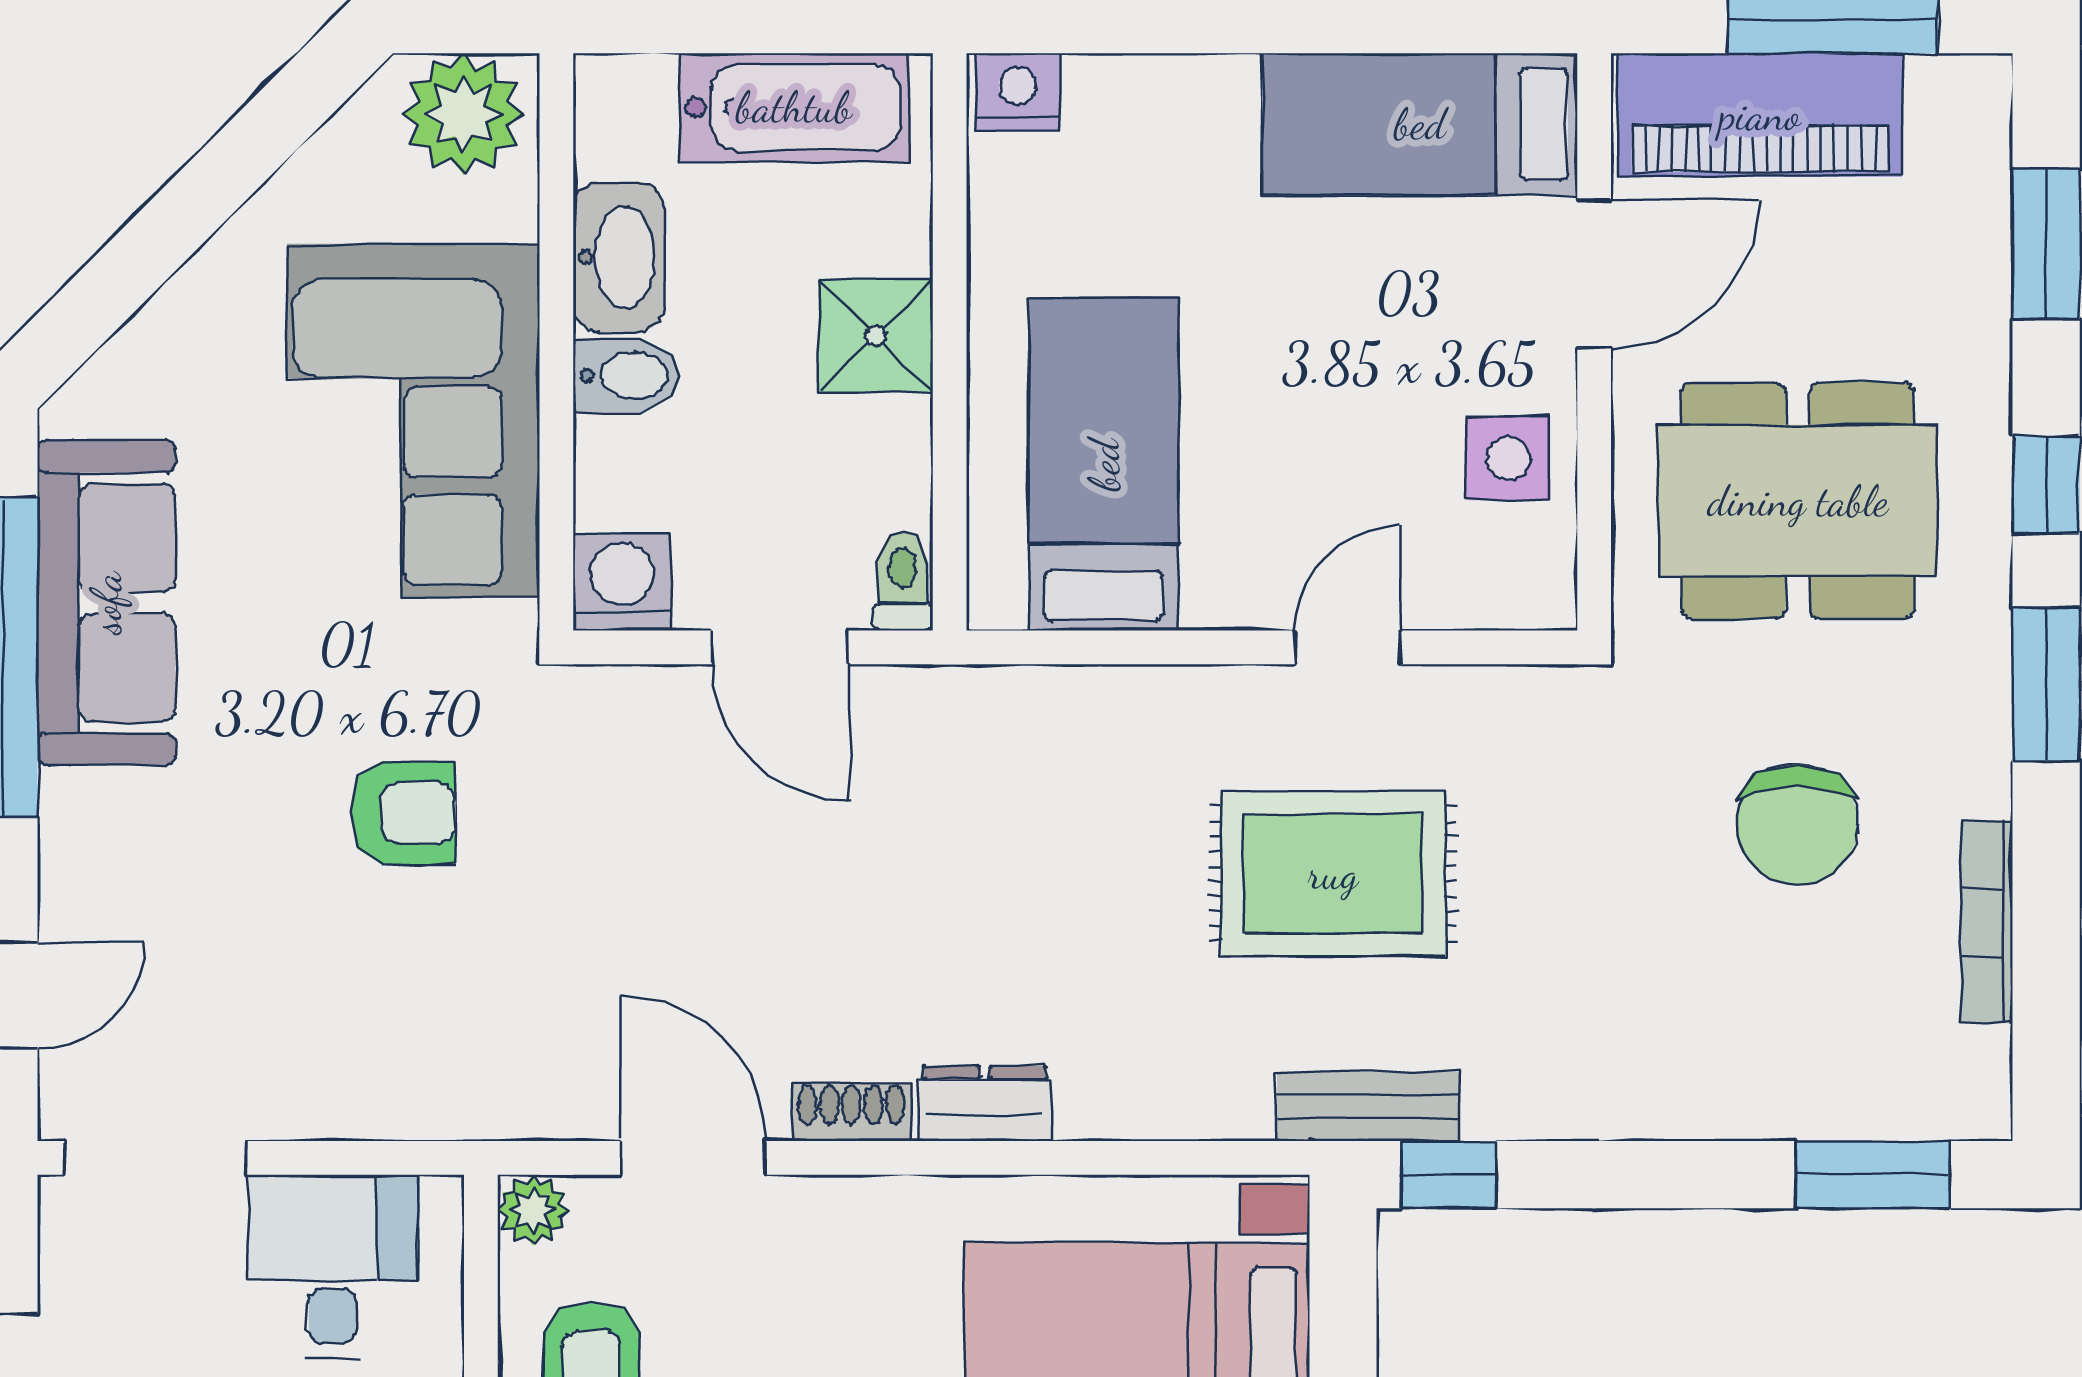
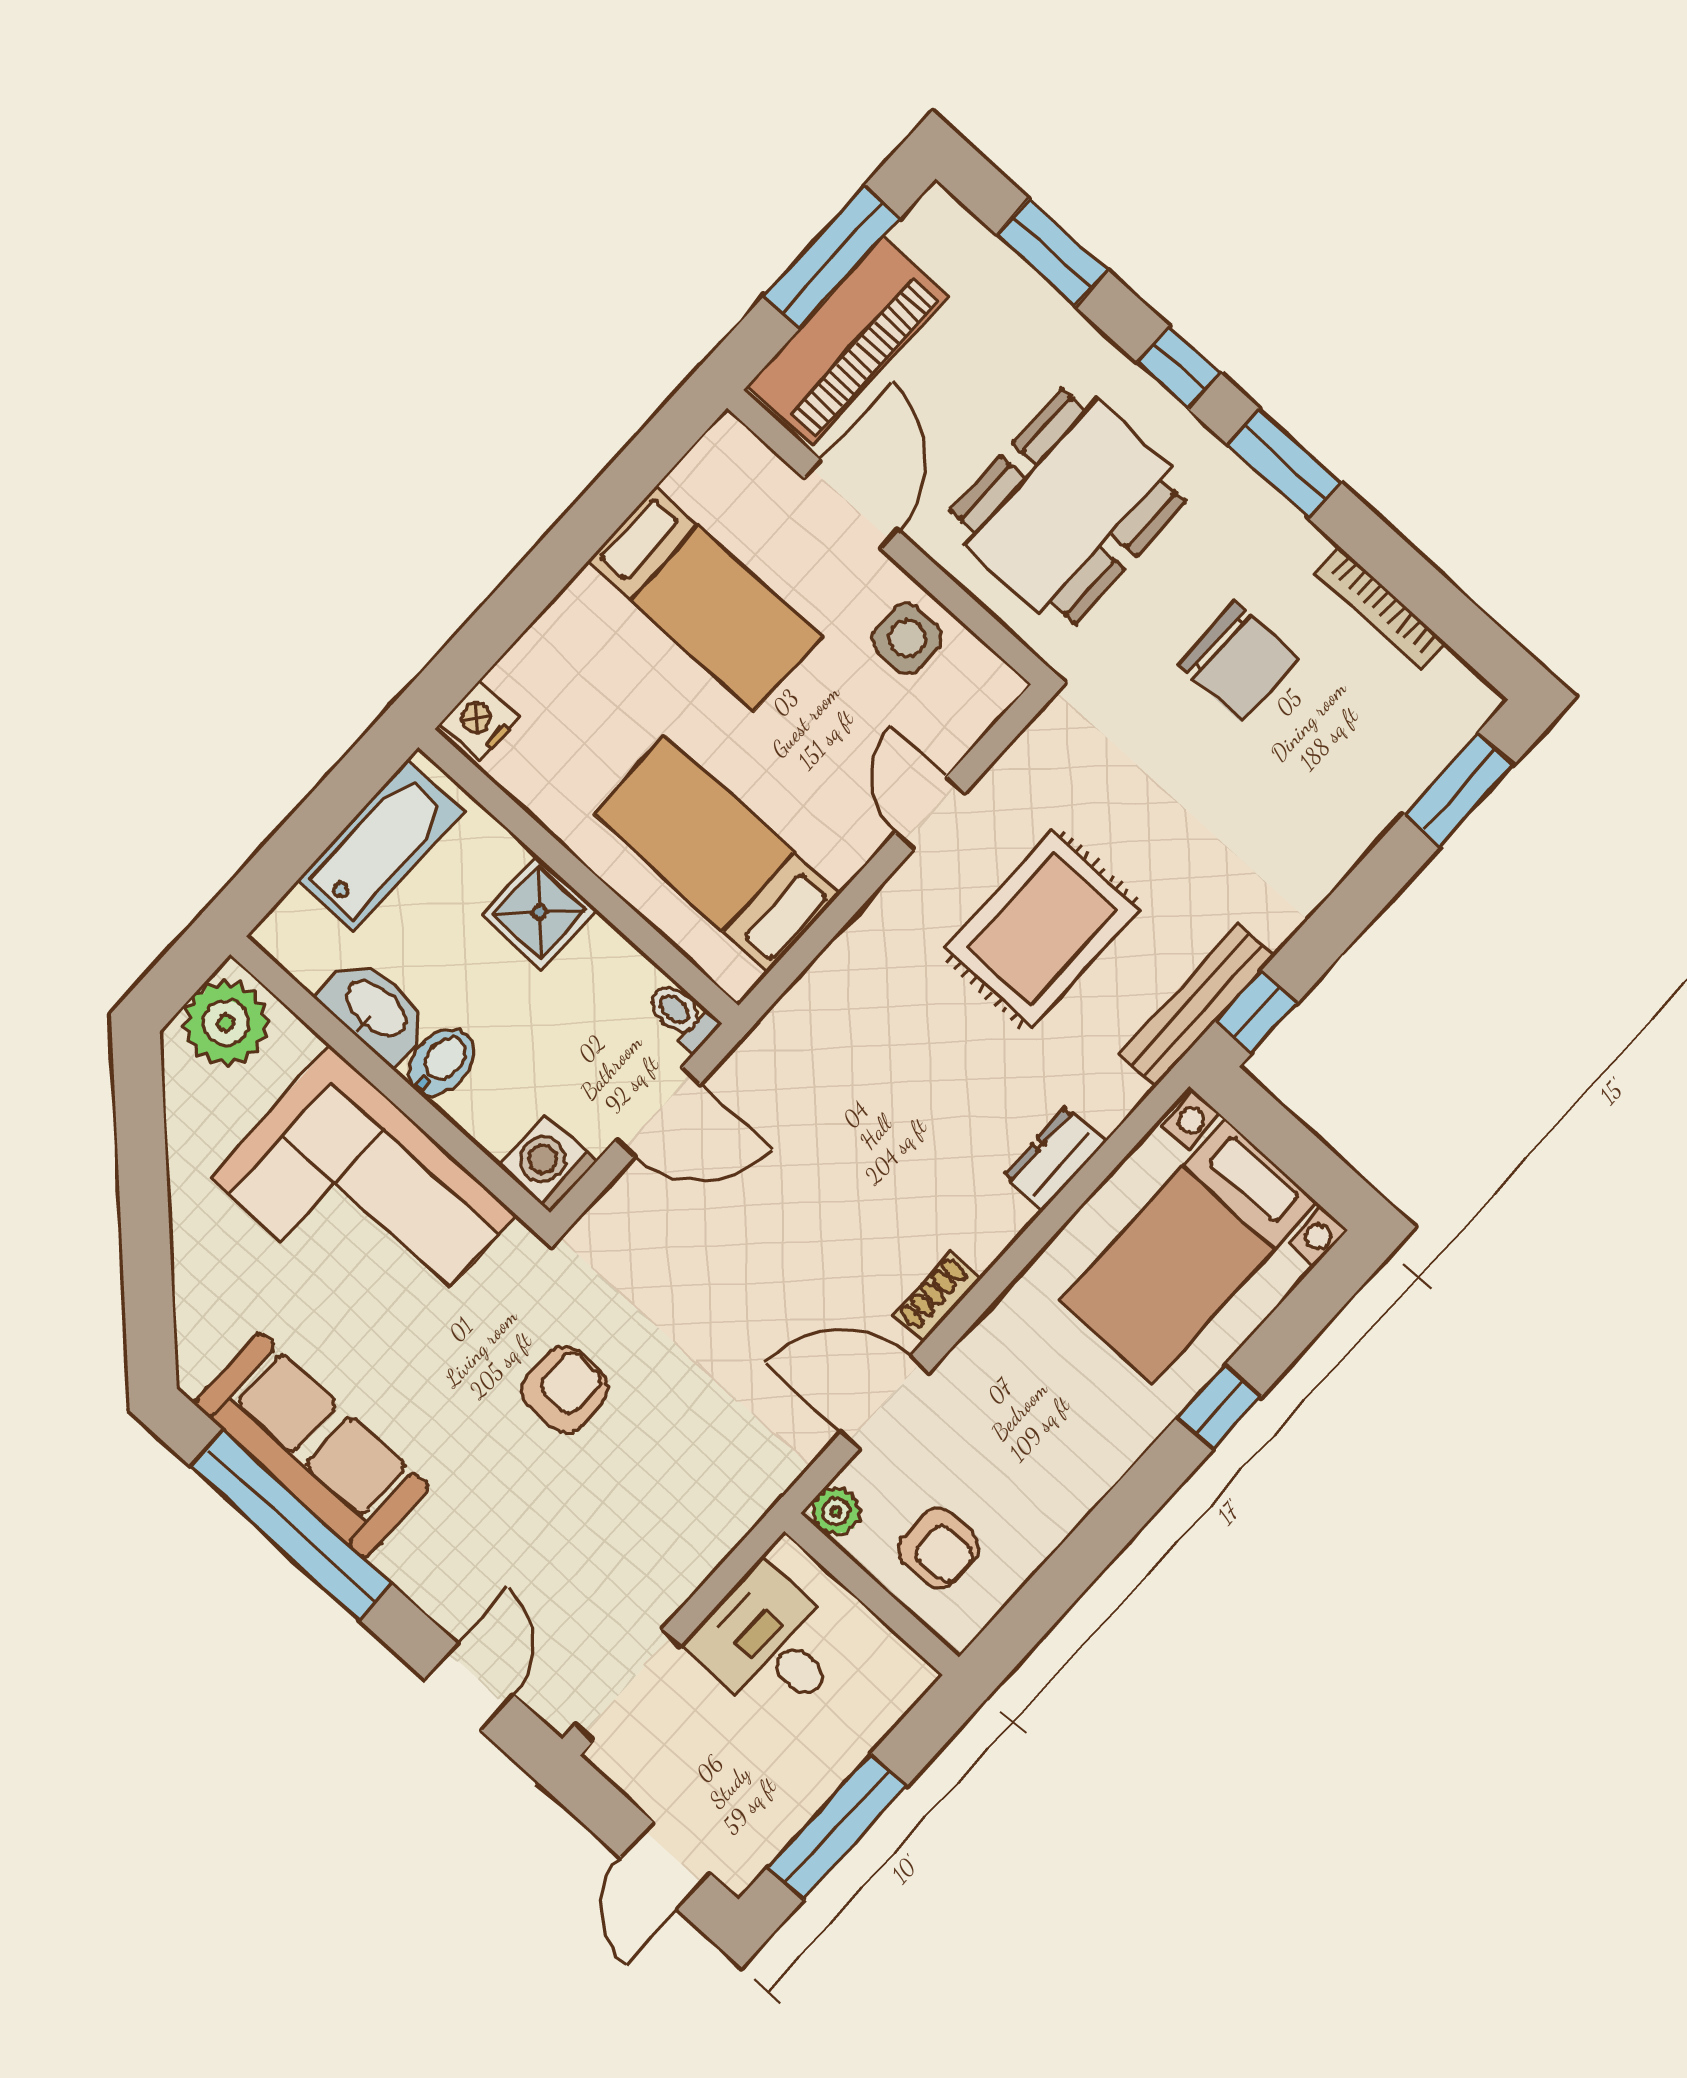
bed: (1420, 124) -> (705, 599), moved, turned -90
dresser: (985, 1104) -> (1054, 1159), moved
bench: (1368, 1106) -> (1197, 1005), width x1.36

